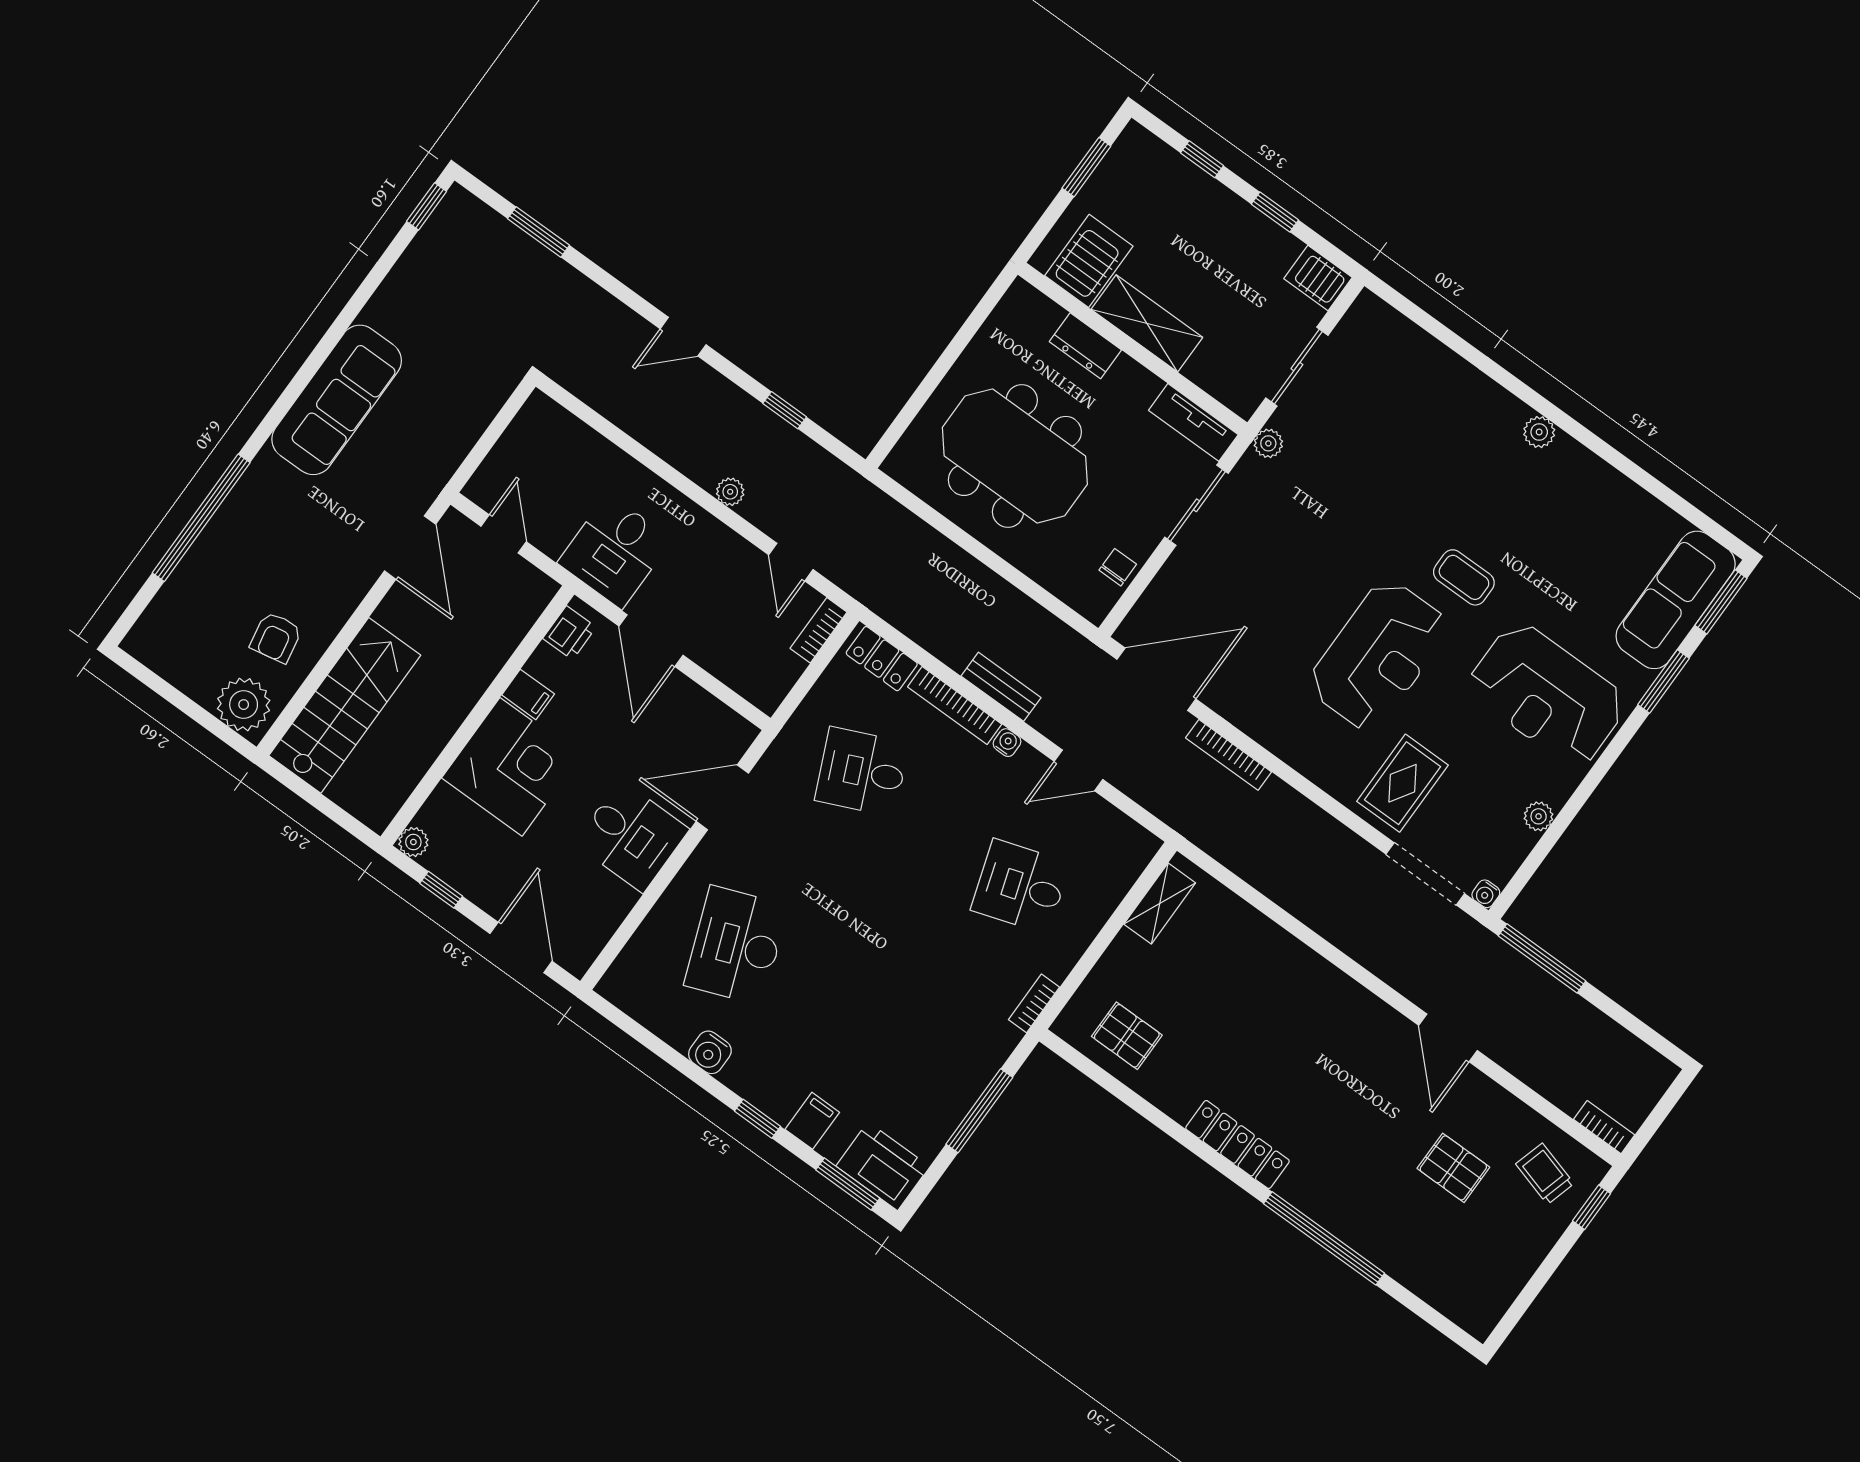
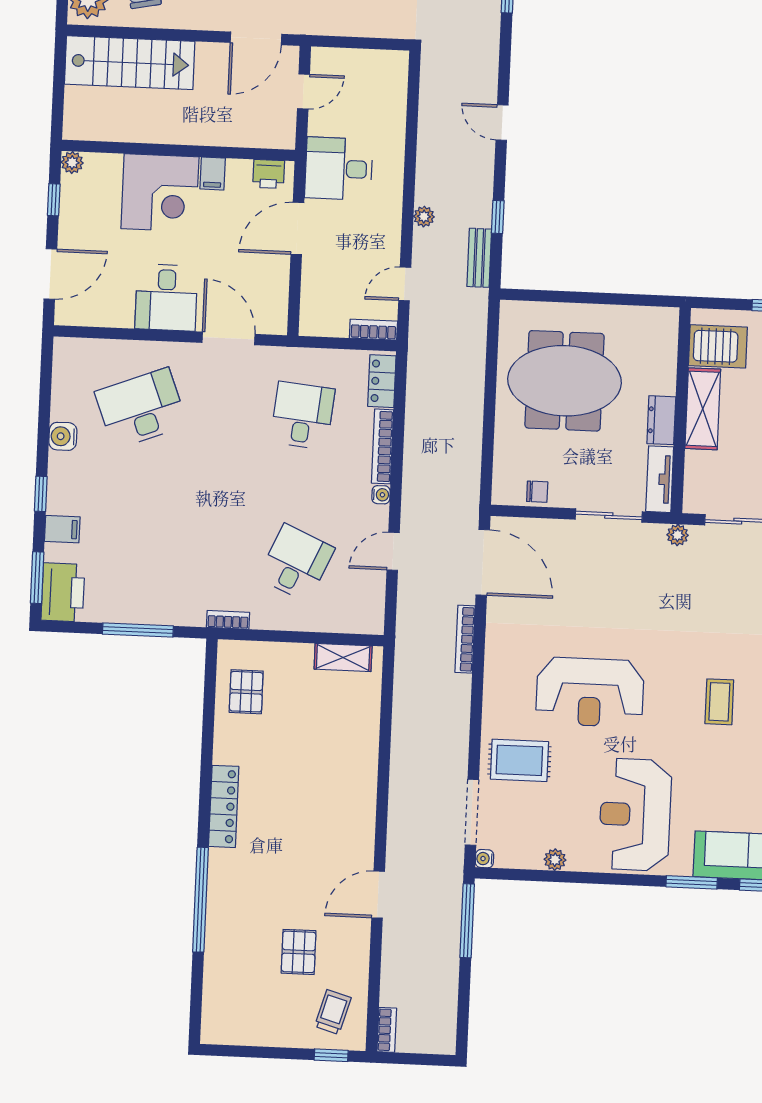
dresser: (1085, 346) -> (661, 420), moved
meeting table: (1015, 456) -> (565, 381), turned 90
coffee table: (1464, 577) -> (719, 702), moved
bench: (1001, 687) -> (479, 258), moved
door: (1079, 770) -> (393, 551), hinge flipped
desk: (862, 772) -> (302, 416), turned 30
desk: (1021, 886) -> (296, 563), turned 42

